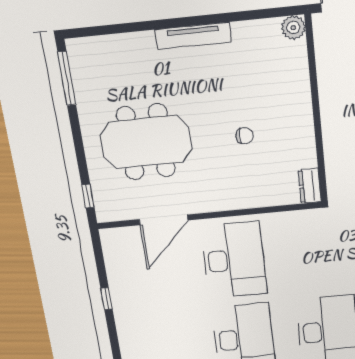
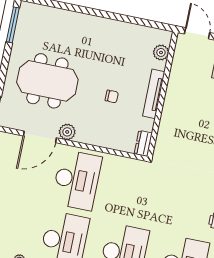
plant: (293, 28) -> (161, 52), moved
tv unit: (193, 36) -> (154, 94), moved, turned 90
plant: (199, 202) -> (67, 132), added

